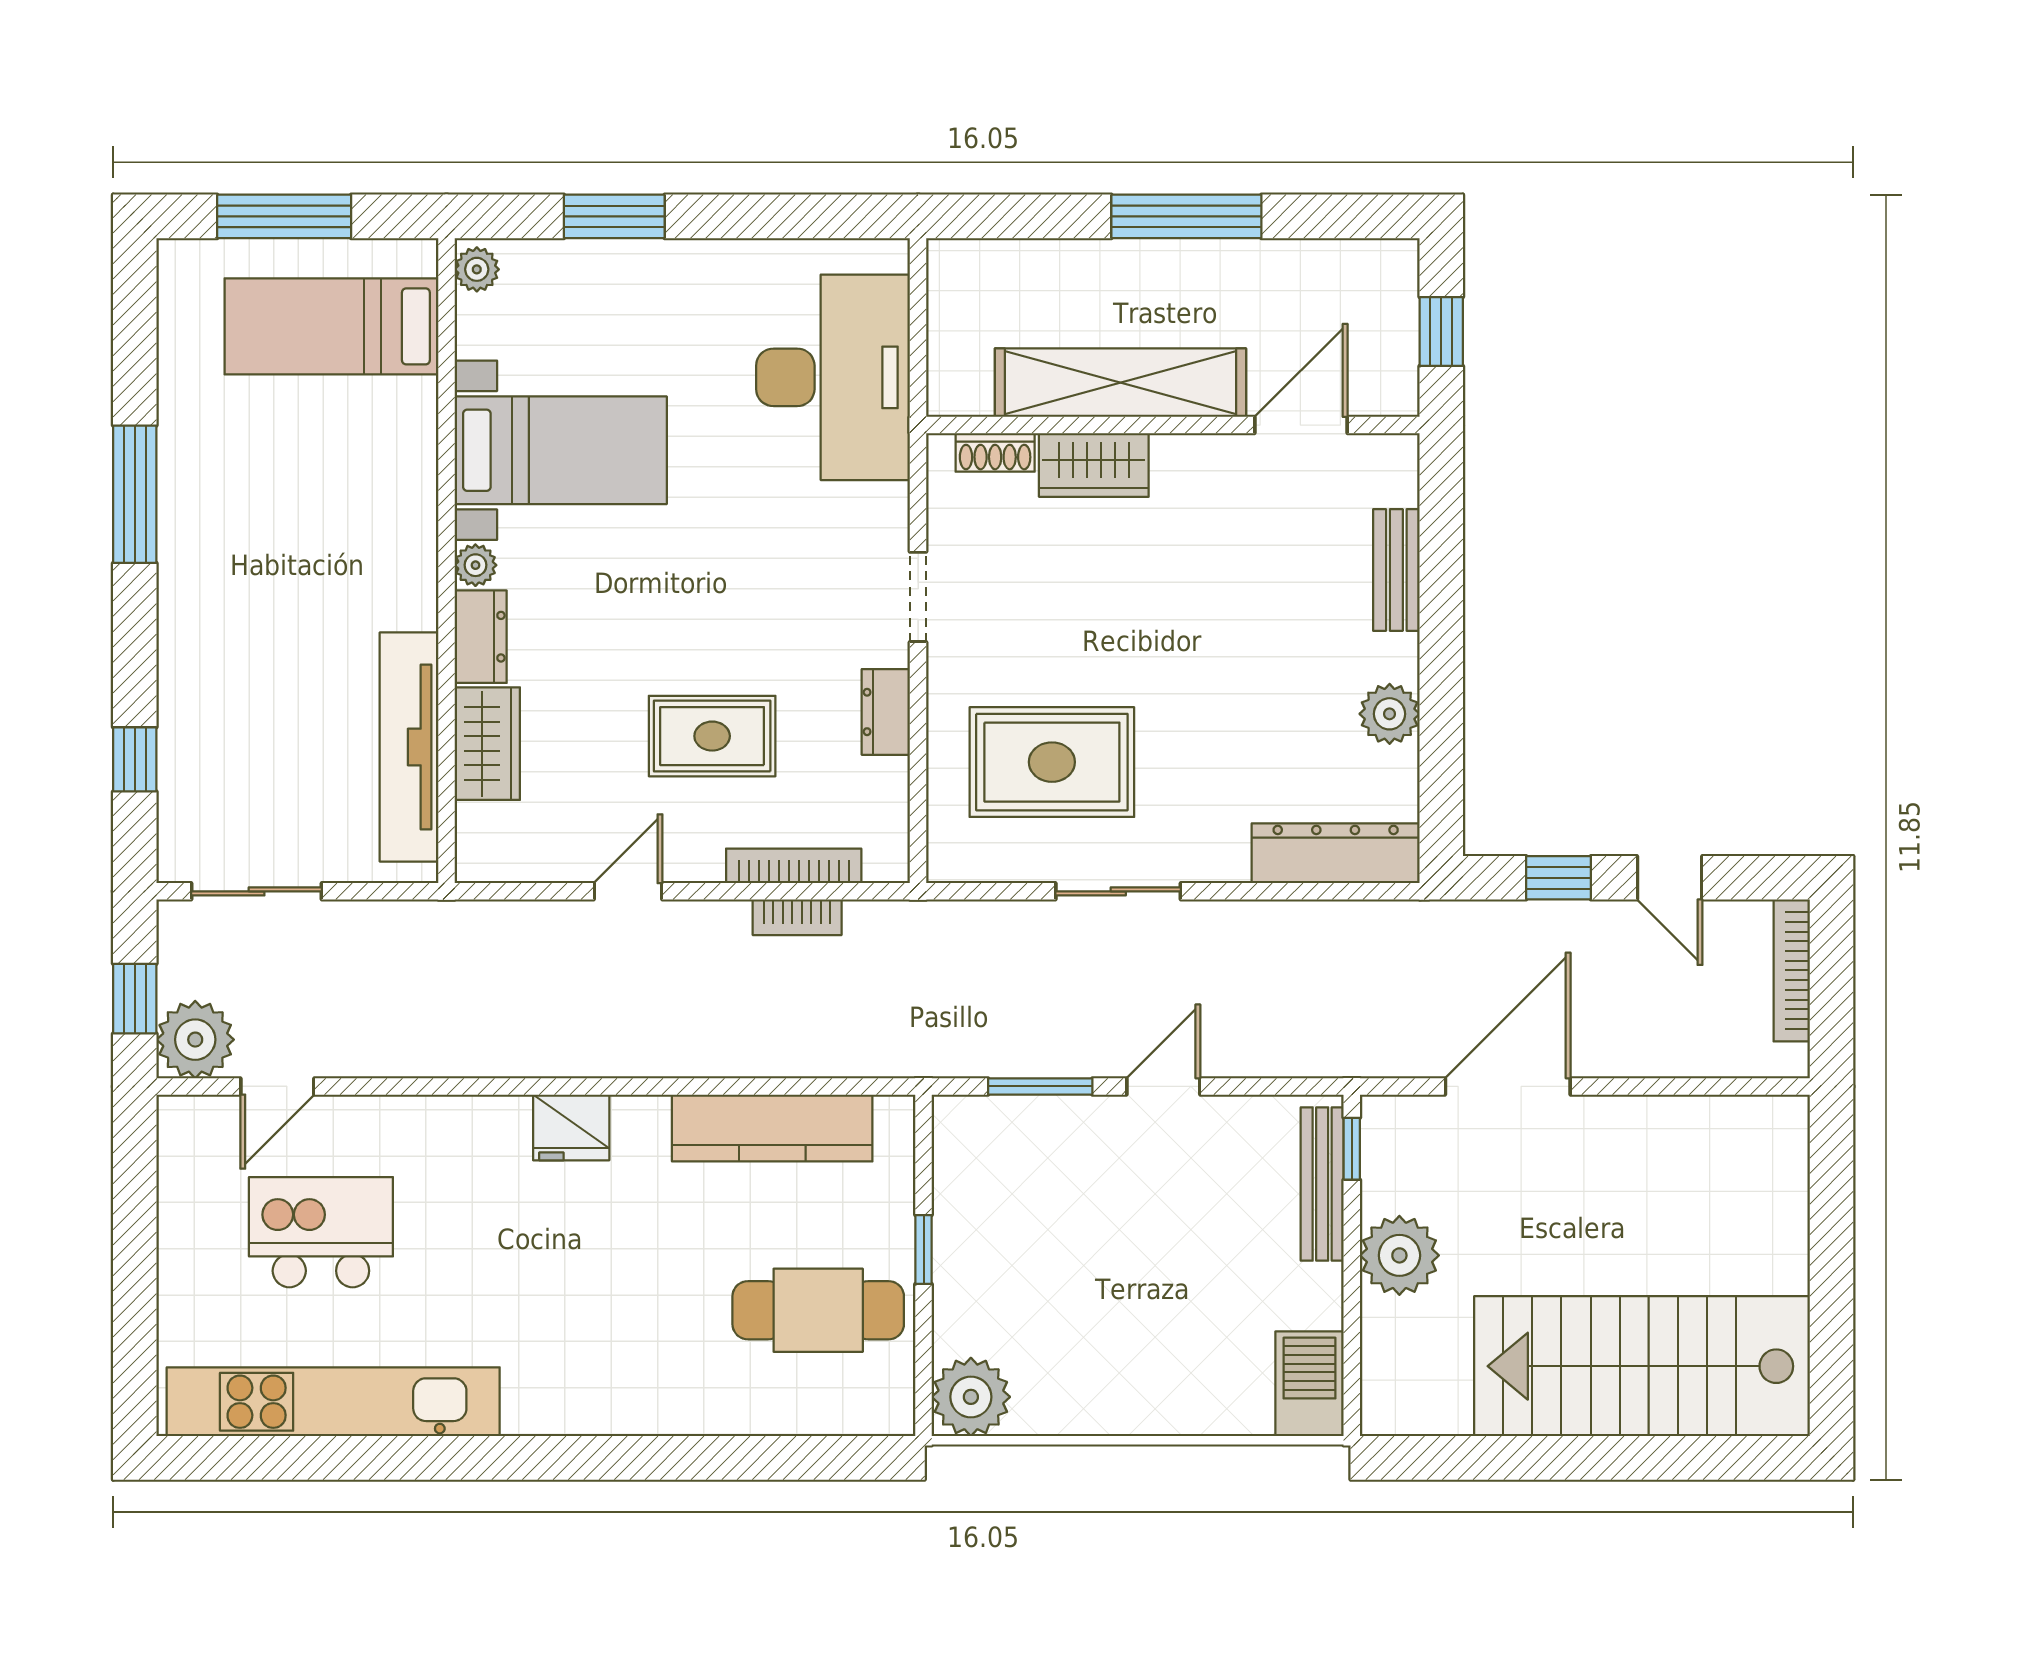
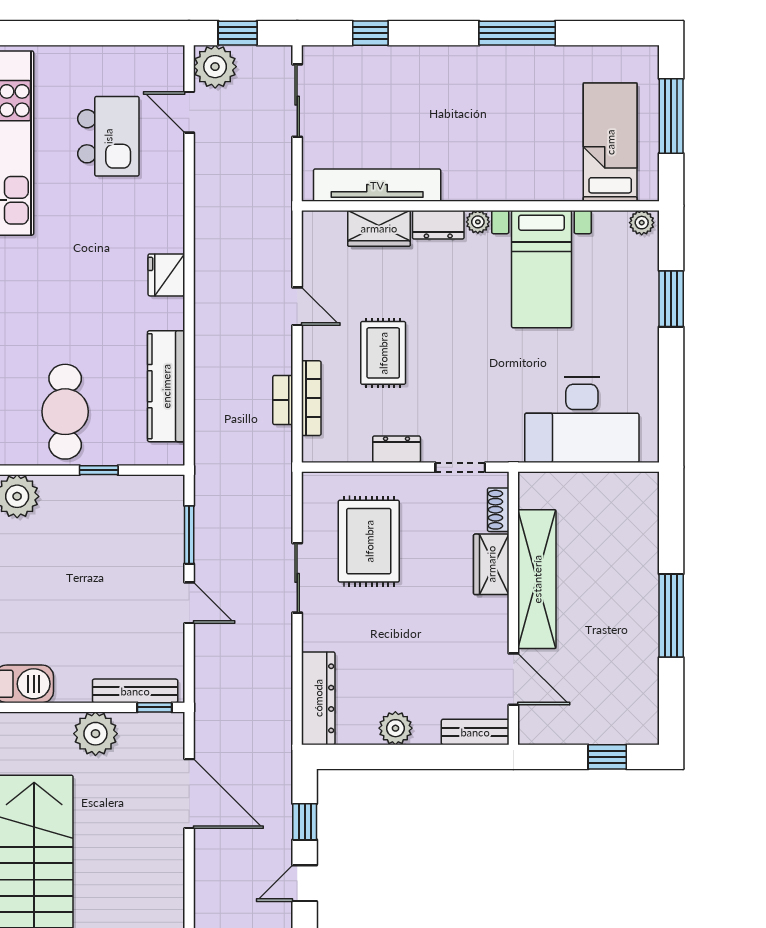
shelving: (1120, 383) -> (537, 579), moved
wall: (1173, 425) -> (513, 608), moved
door: (1301, 425) -> (513, 679), moved
shoe rack: (995, 452) -> (498, 510), moved
wardrobe: (1094, 465) -> (491, 564), moved

